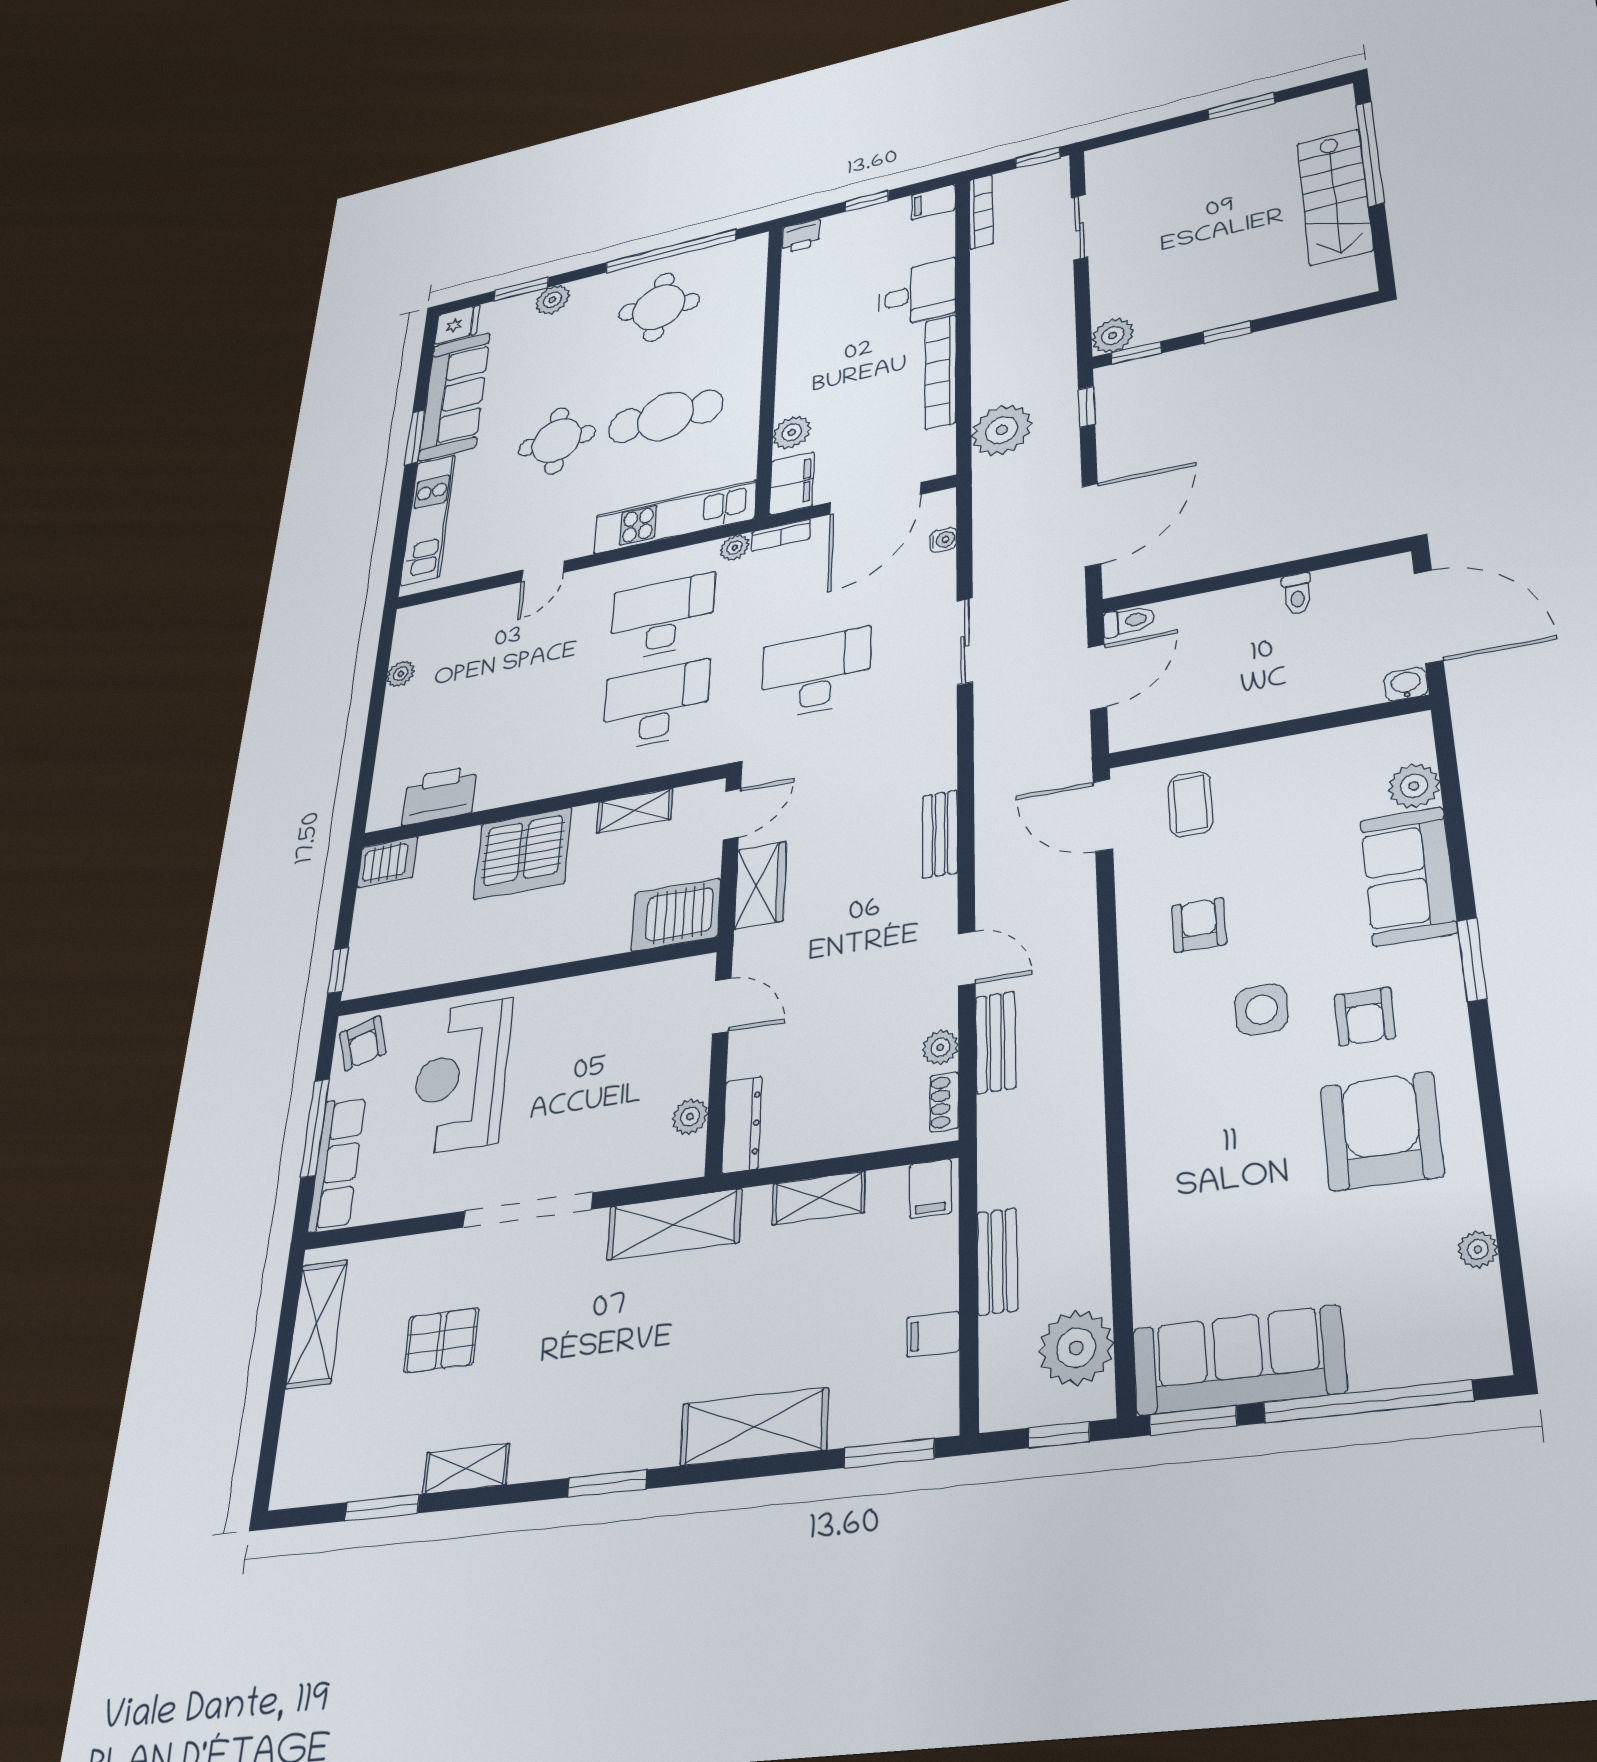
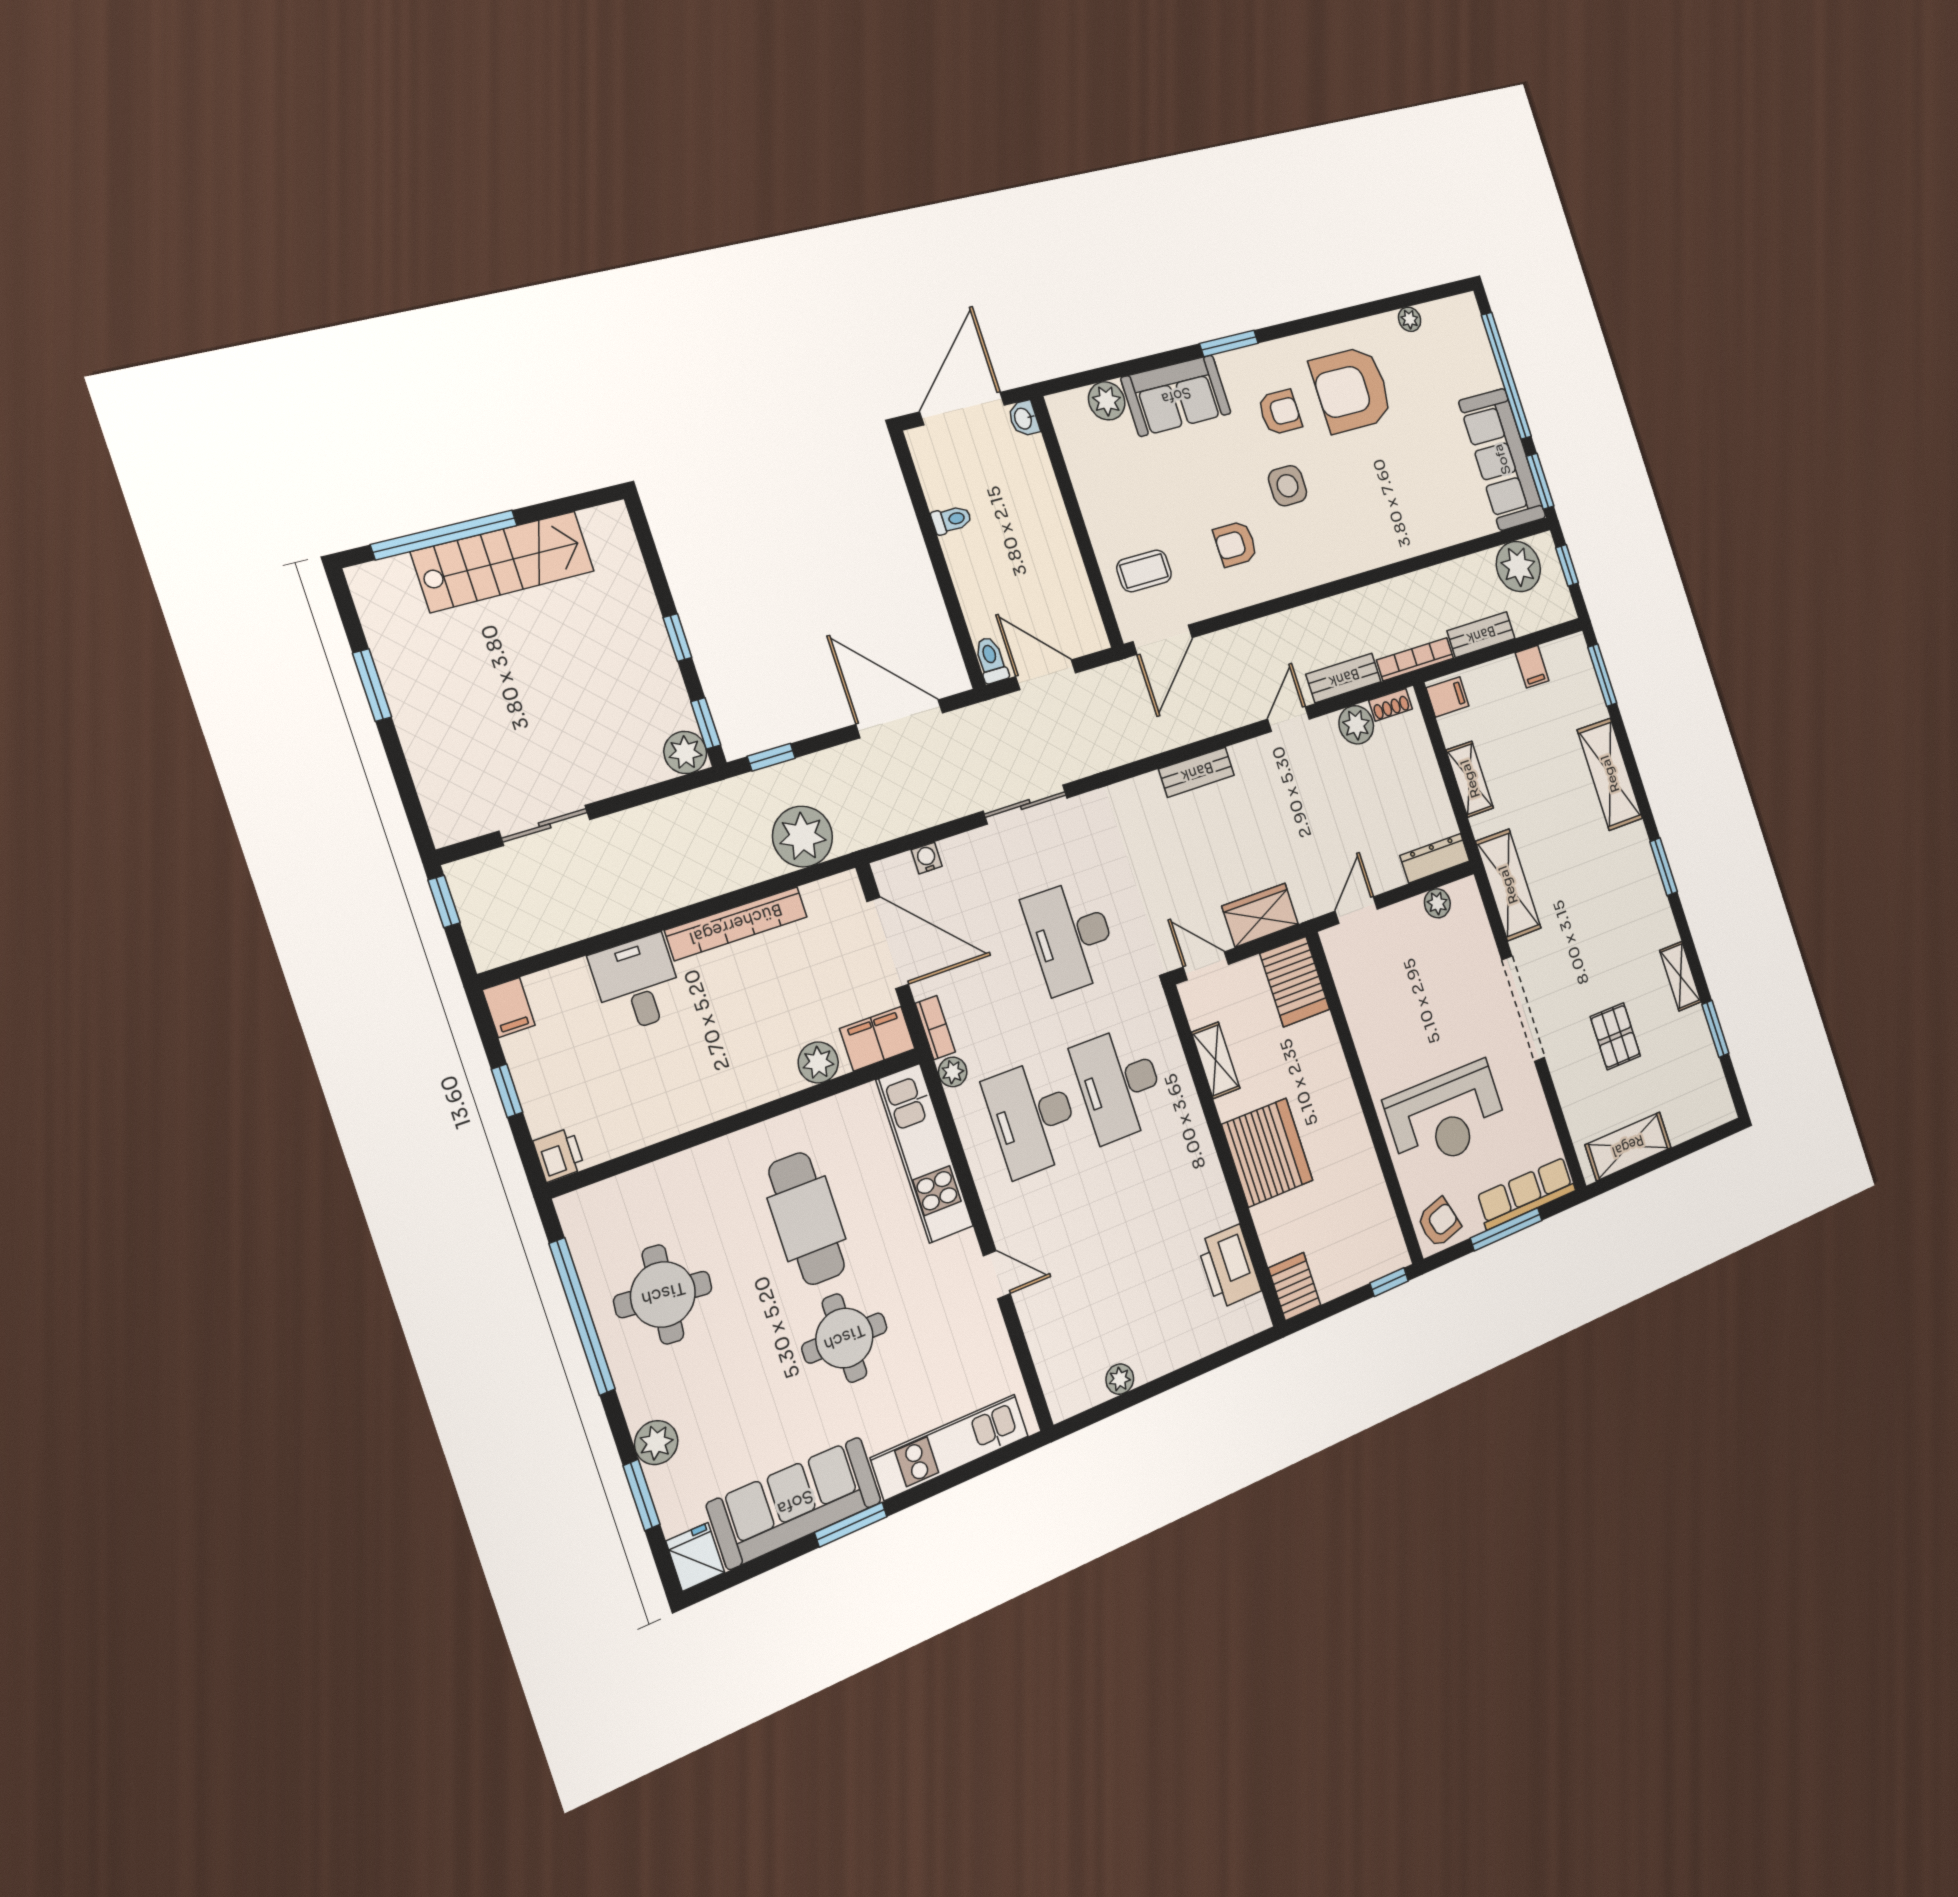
bookcase: (981, 212) -> (1415, 659), moved
plant: (940, 1047) -> (1356, 725), width x1.38, depth x1.38

